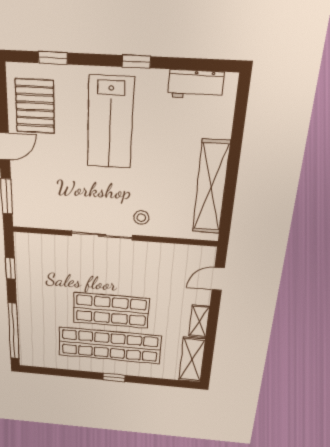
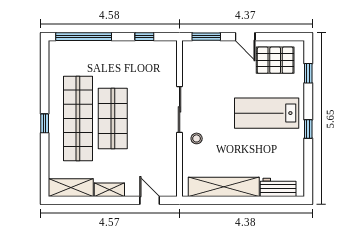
workbench: (196, 85) -> (278, 187), moved, turned 90

